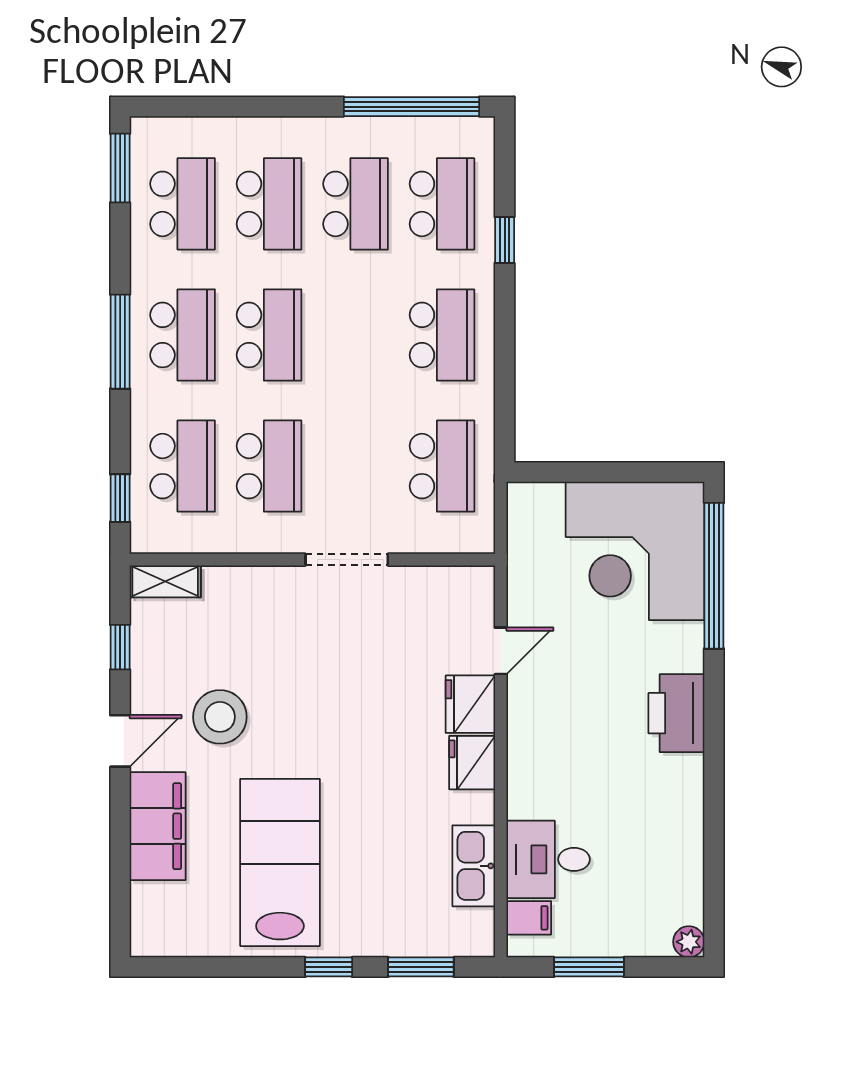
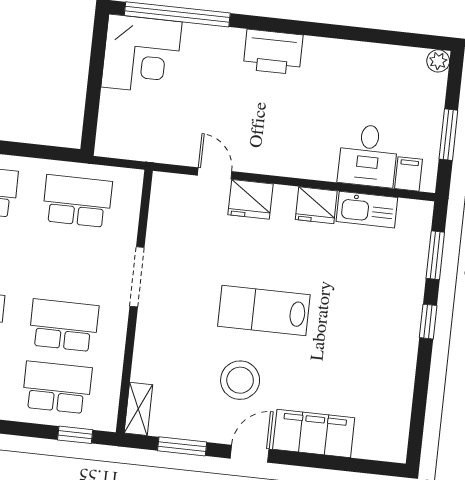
corner desk: (635, 551) -> (141, 54), width x0.74, depth x0.74
window: (120, 647) -> (182, 446), width x1.50
door: (120, 741) -> (250, 454), hinge flipped
fridge: (472, 763) -> (316, 205), moved
lab bench: (280, 862) -> (264, 310), moved, width x0.73, depth x0.72

